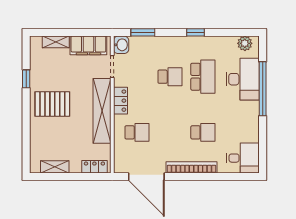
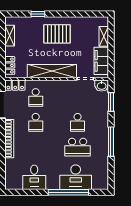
window: (195, 32) -> (111, 142), width x2.17
plant: (245, 43) -> (103, 179), removed
window: (26, 79) -> (38, 14), moved
locker: (120, 101) -> (15, 85), moved
pallet: (52, 104) -> (57, 34), turned 90
school desk: (203, 132) -> (36, 122), moved
desk: (243, 158) -> (34, 177), moved

